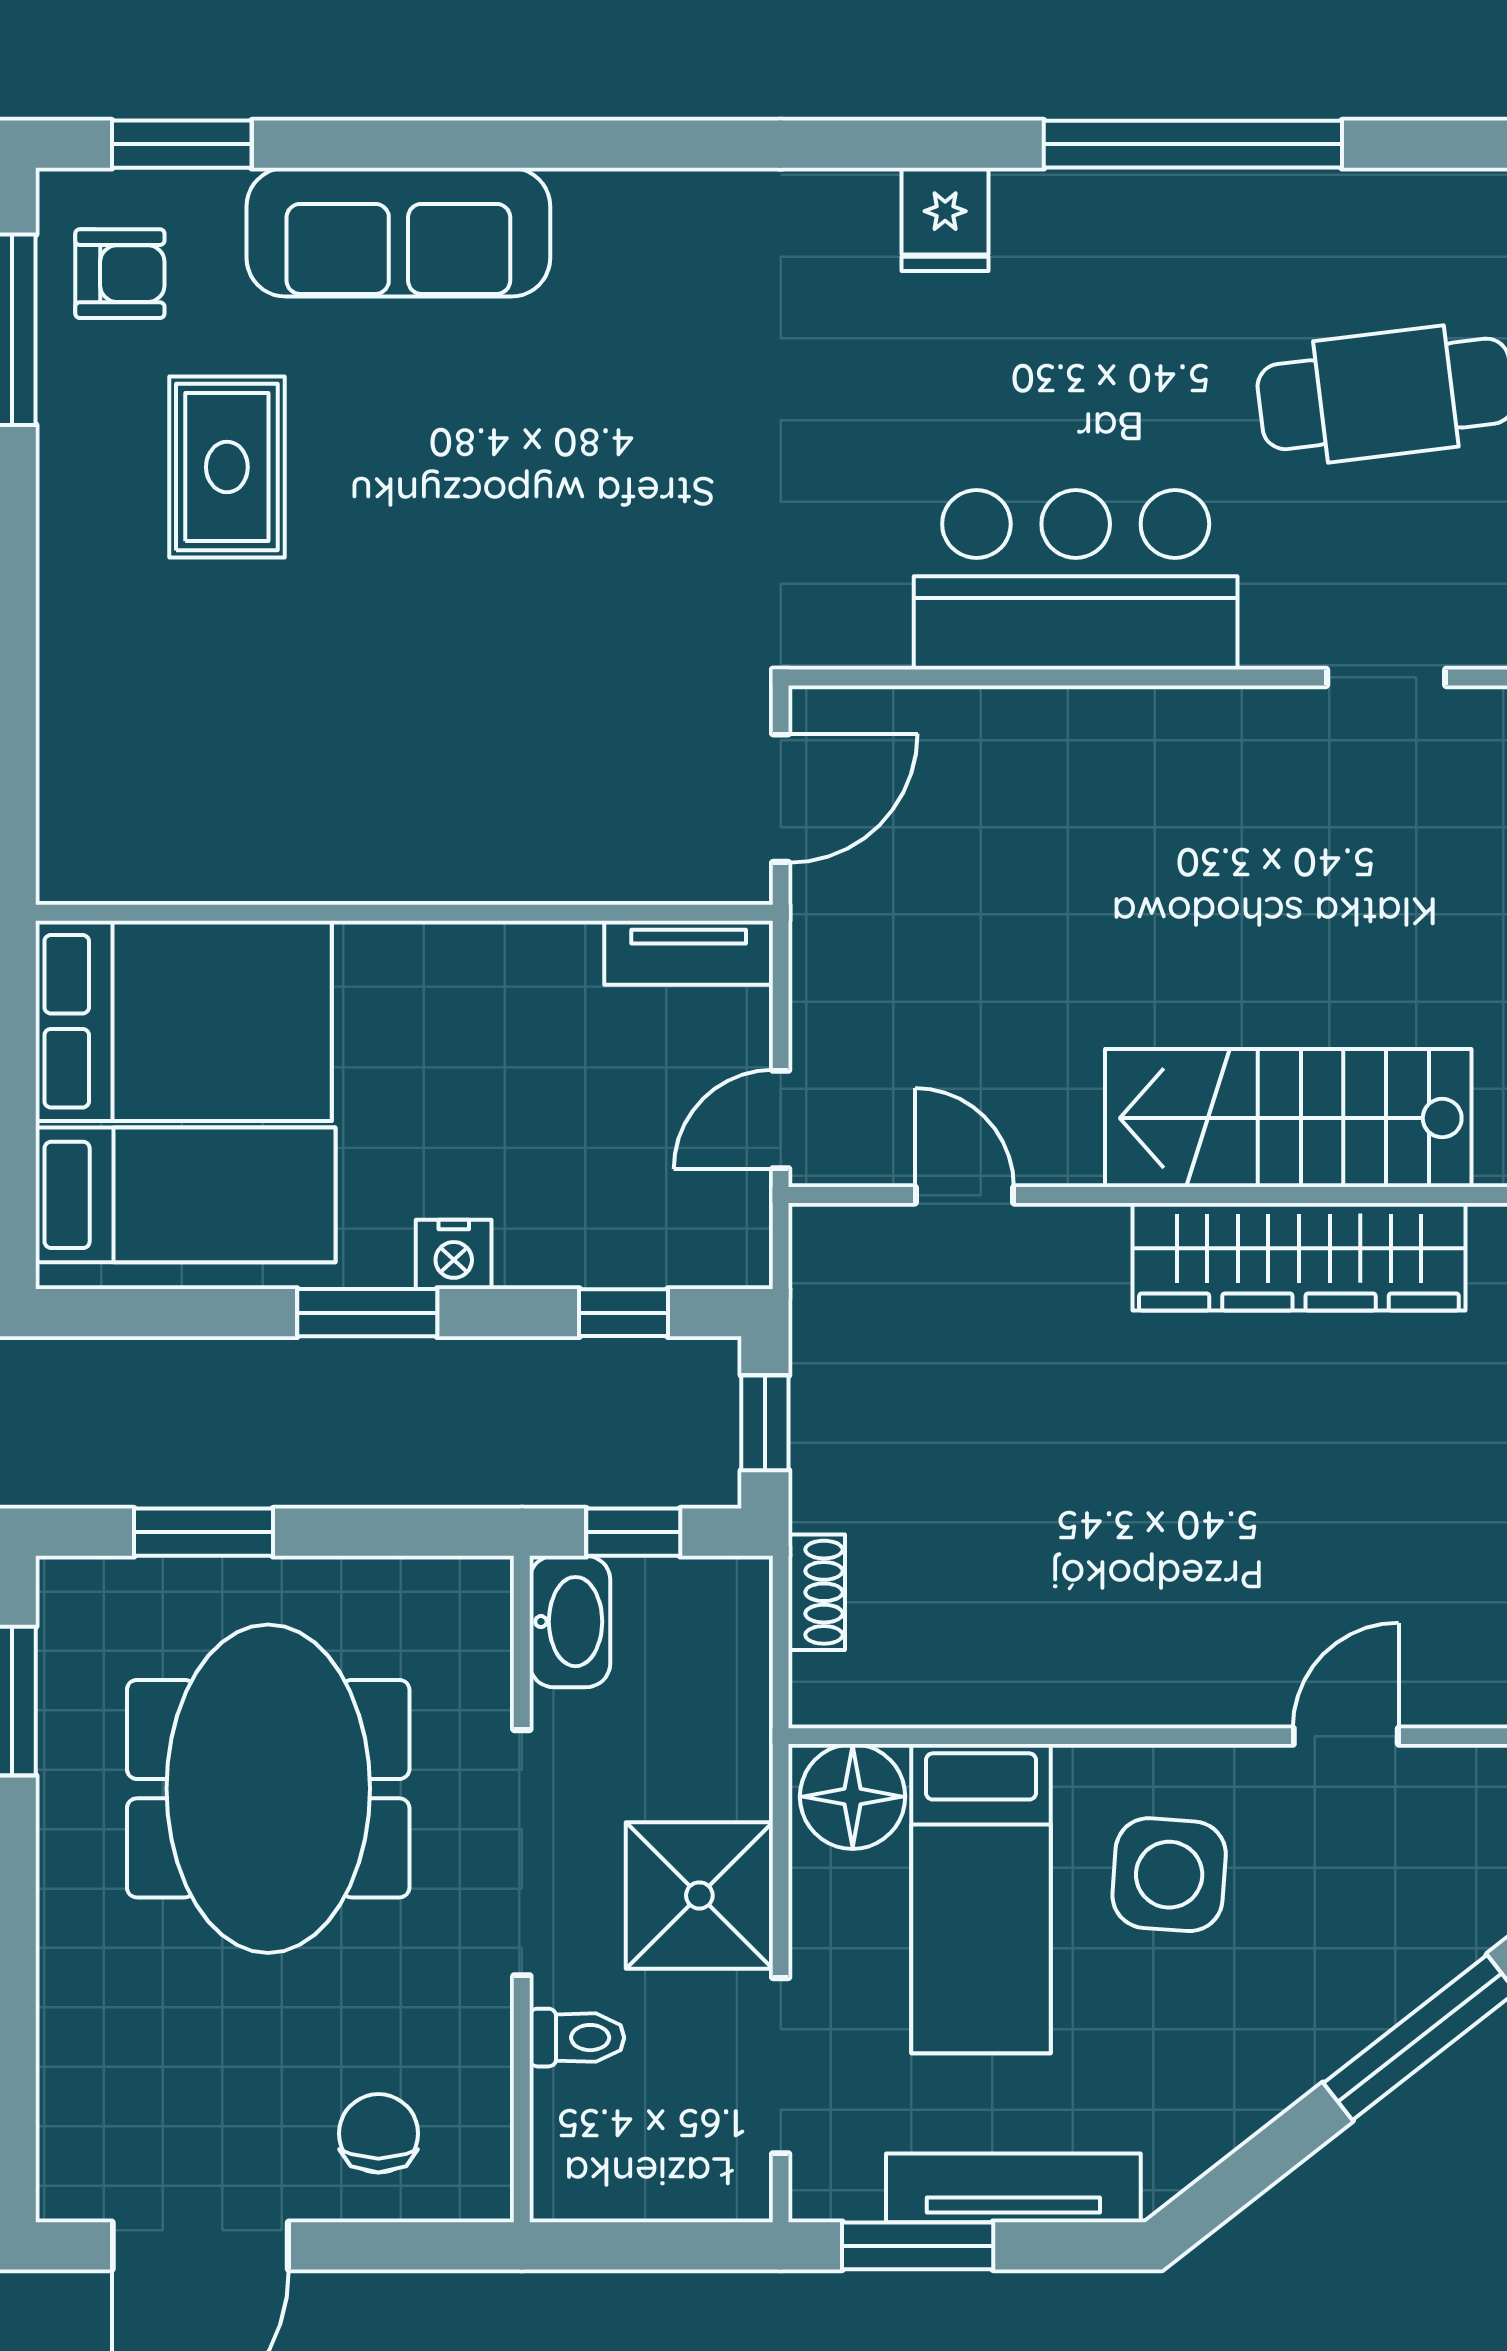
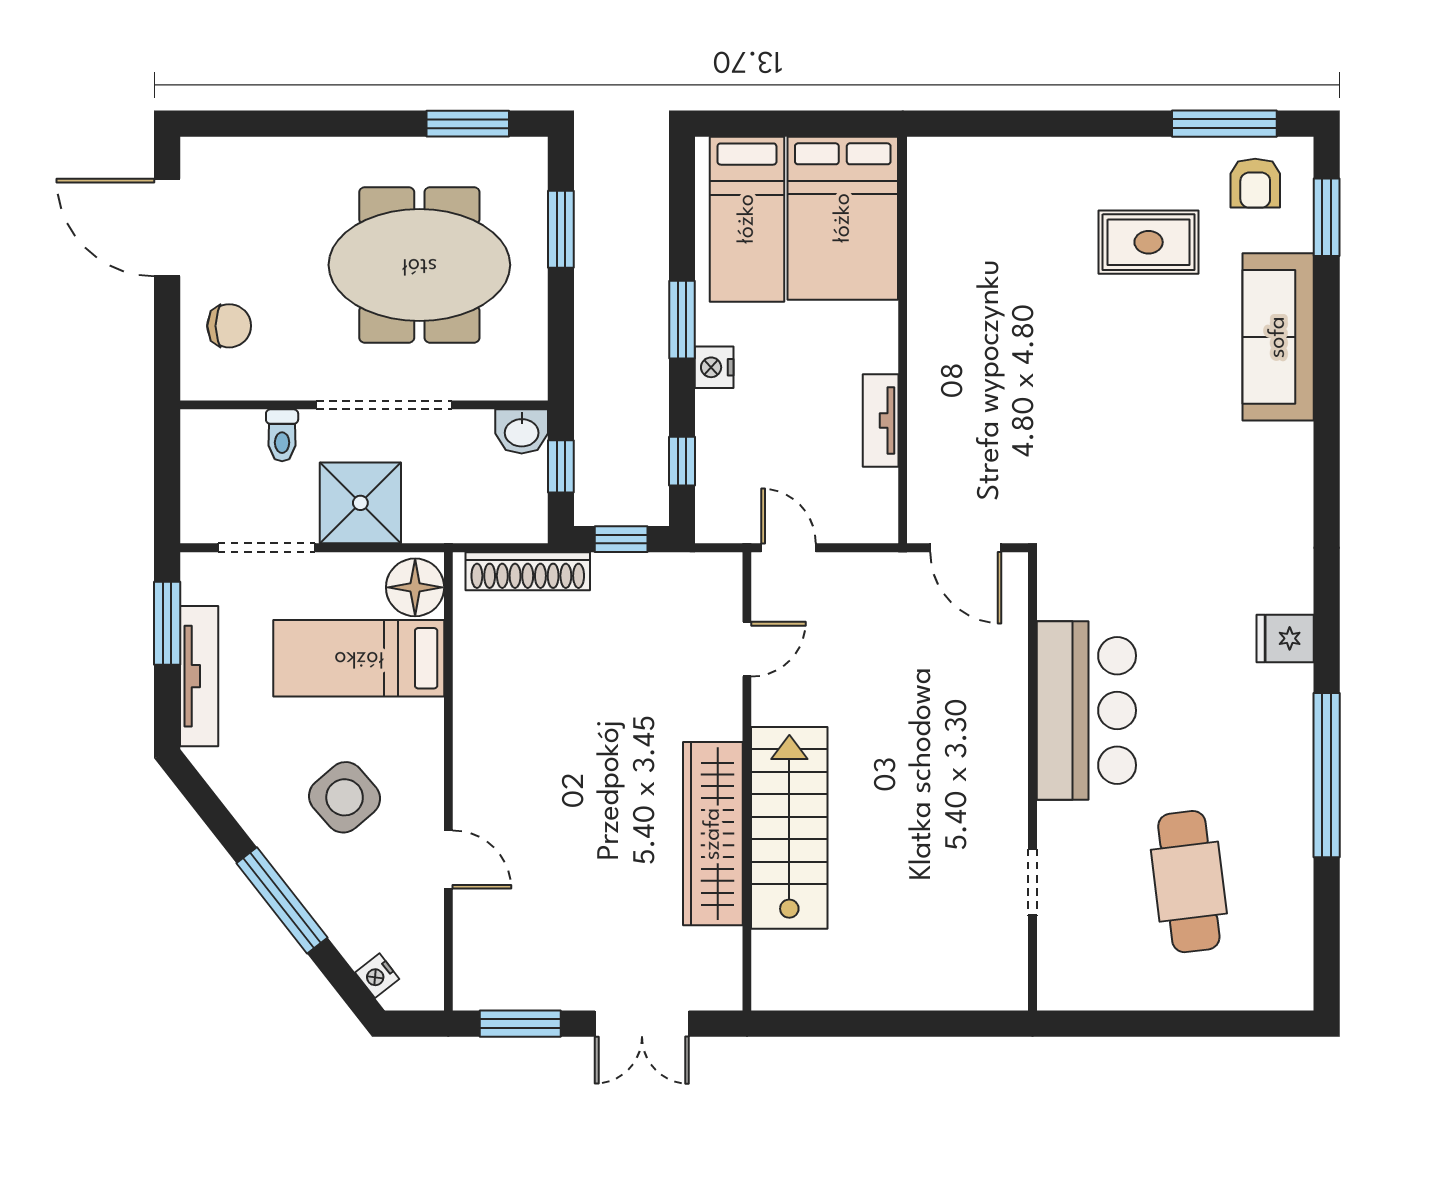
tv unit: (689, 953) -> (881, 420), moved
shoe rack: (817, 1592) -> (528, 571), width x1.94, depth x1.24
washbasin: (570, 1622) -> (522, 431), width x0.72
side table: (1169, 1875) -> (345, 797), moved, turned 45

